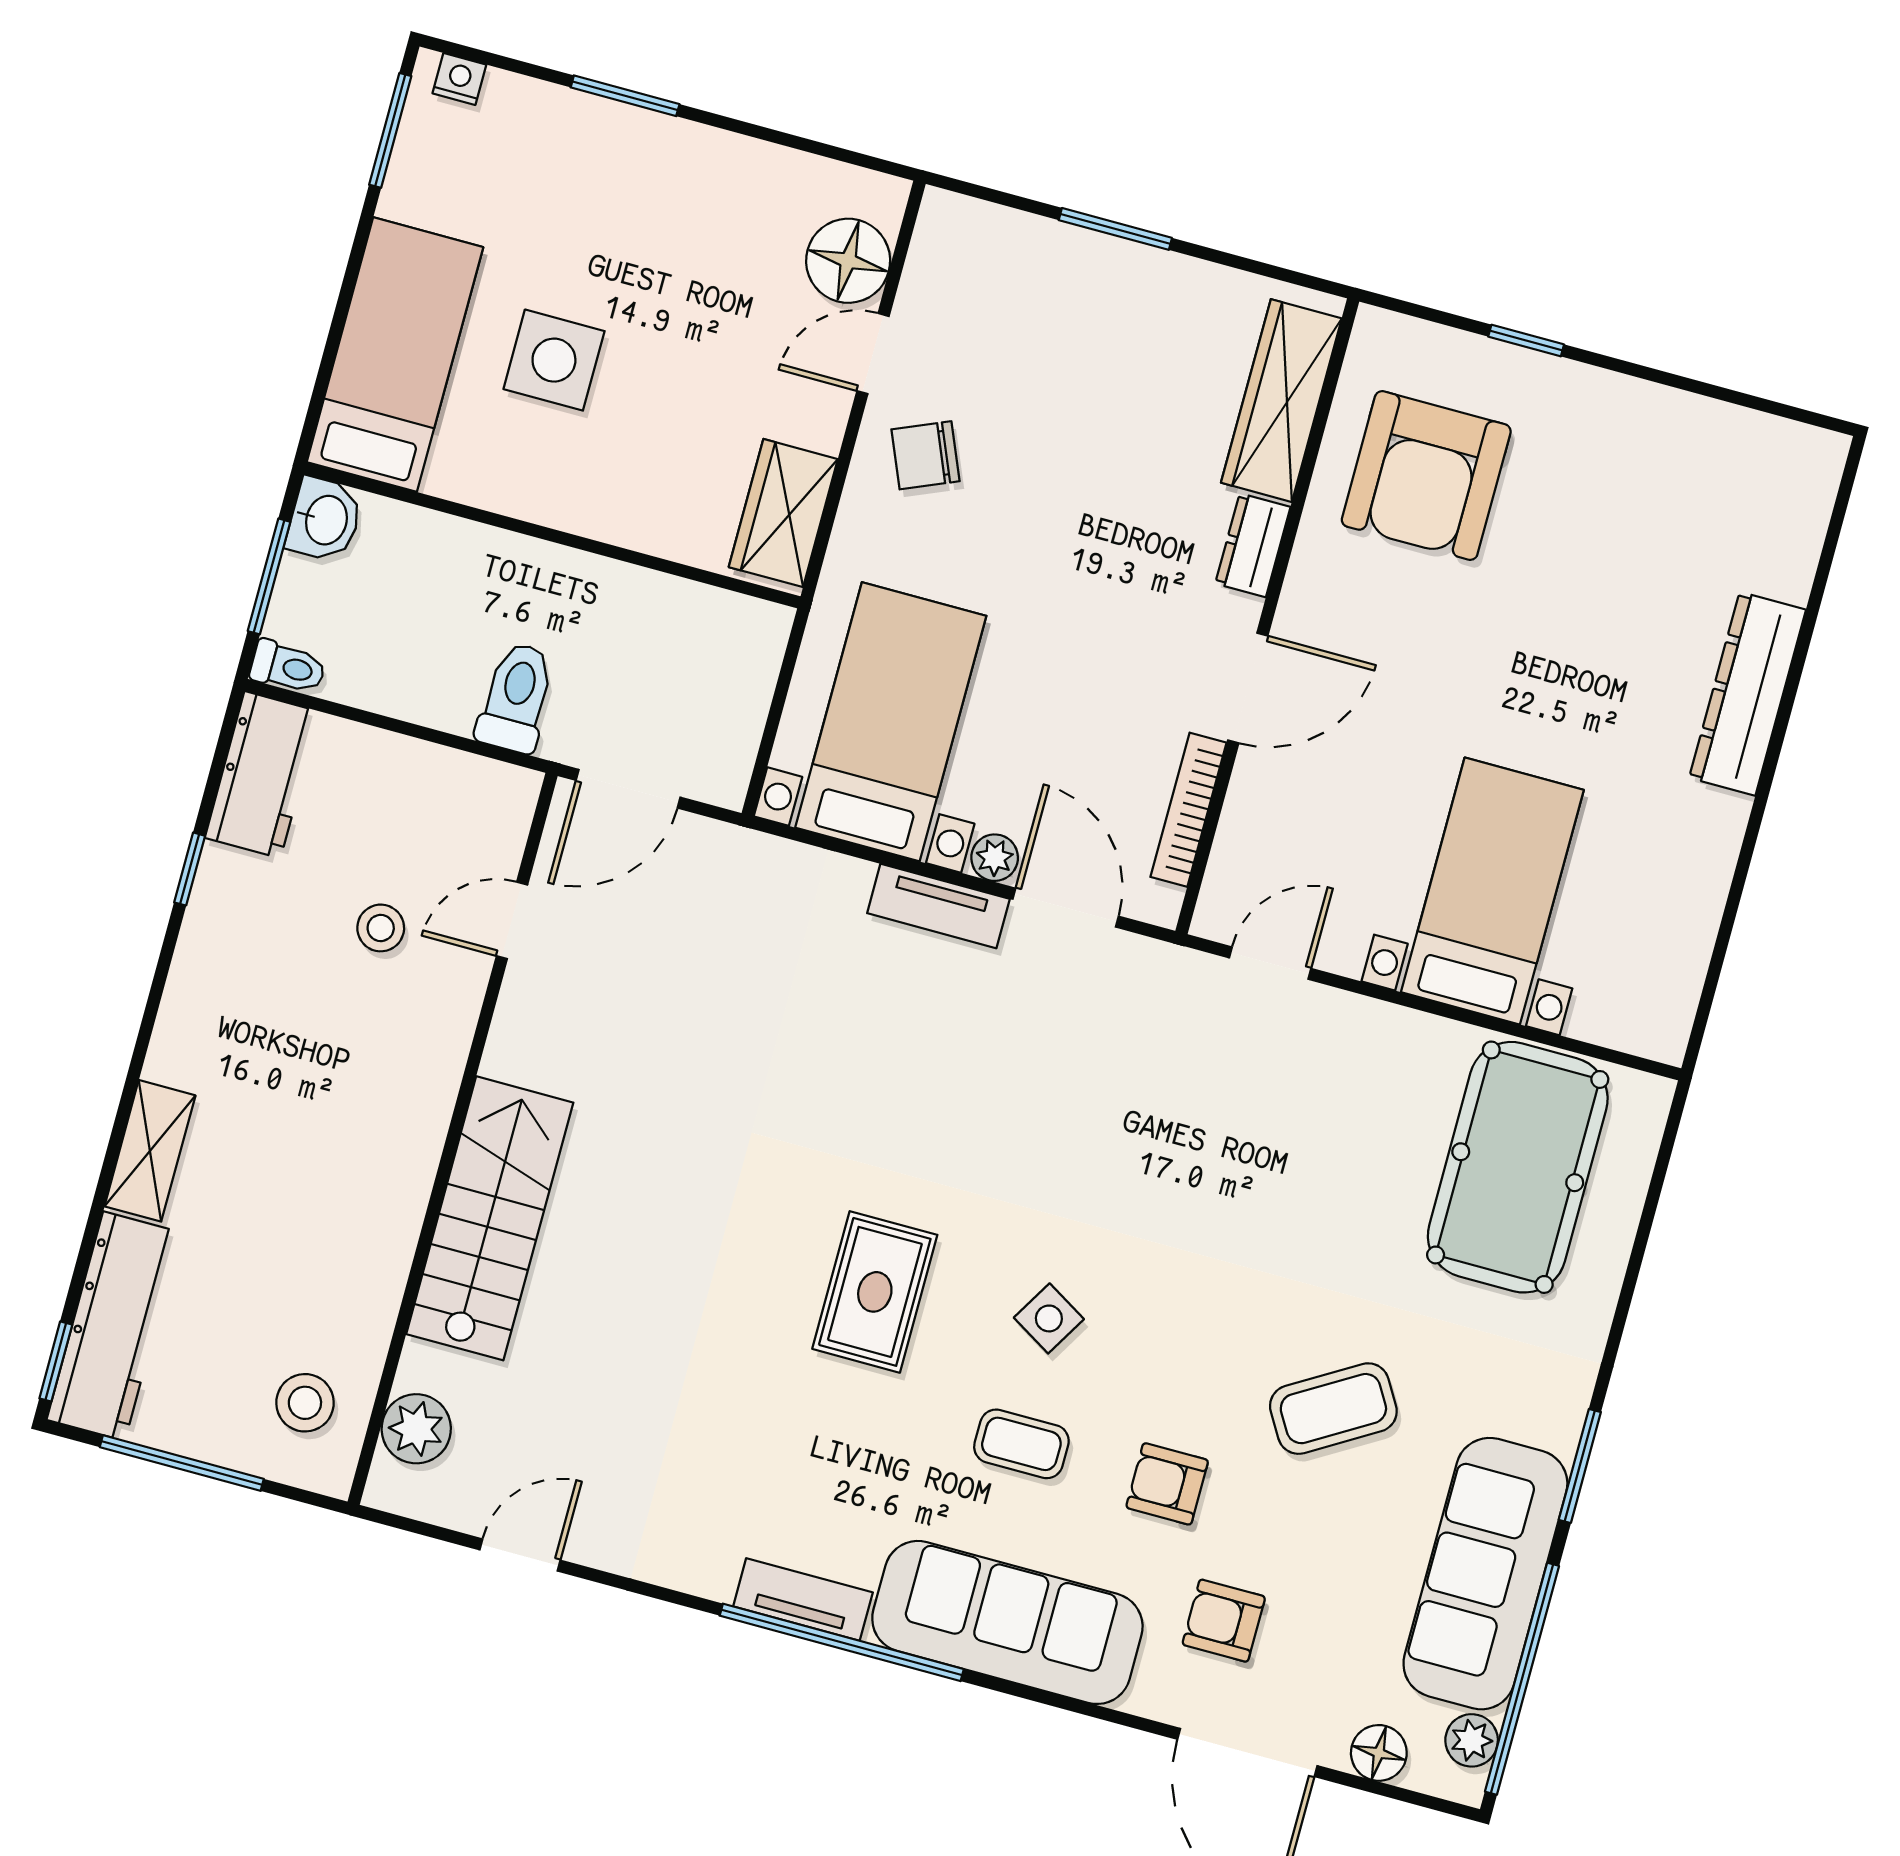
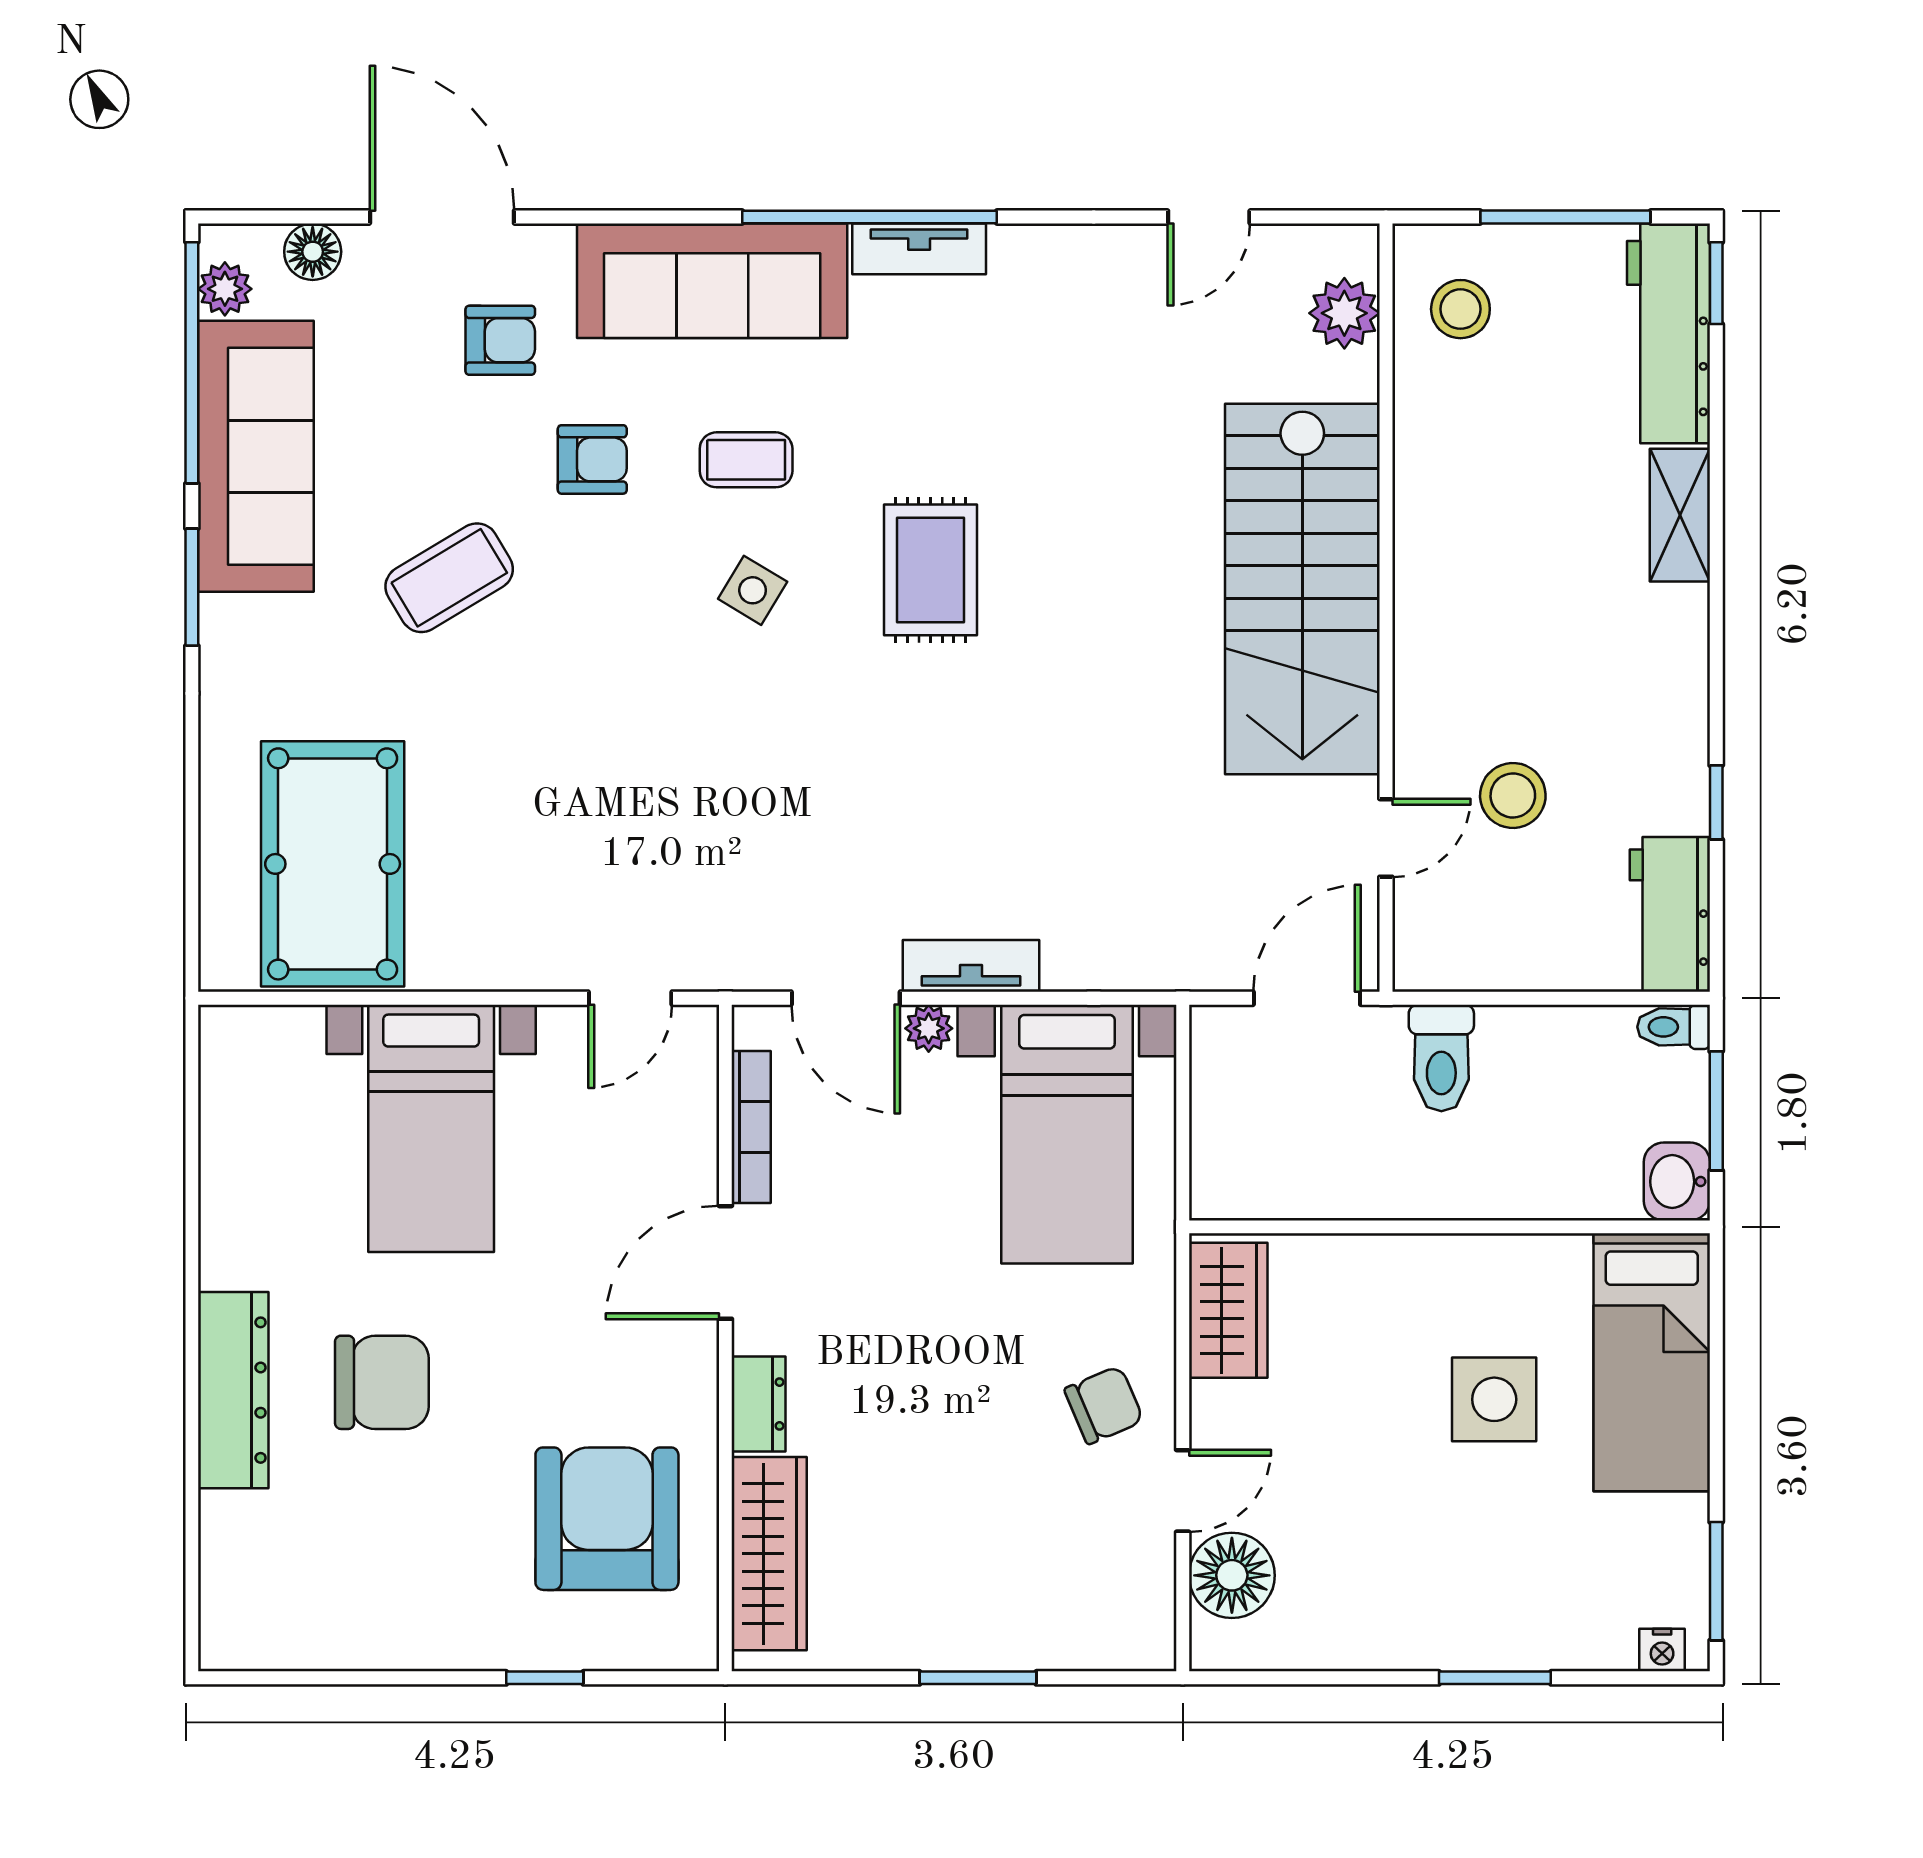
chair: (1604, 663) -> (382, 1382), added
stool: (381, 928) -> (1513, 795), width x1.37, depth x1.37
stairs: (490, 1218) -> (1302, 589), width x1.36, depth x1.51

